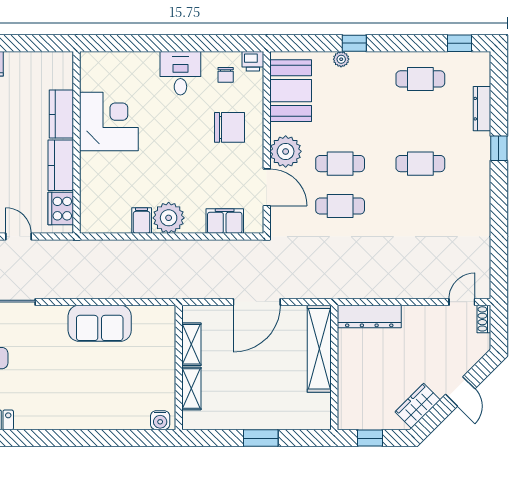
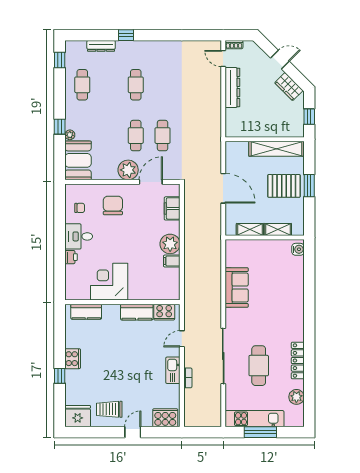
printer: (253, 61) -> (71, 257), moved
booth: (291, 91) -> (78, 160), moved, turned 90
kitchen counter: (61, 114) -> (86, 312), moved
dresser: (369, 316) -> (232, 87), moved
shelving: (319, 349) -> (276, 149), moved
pallet: (260, 398) -> (284, 186), added

